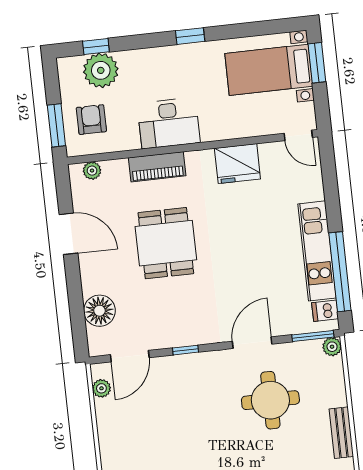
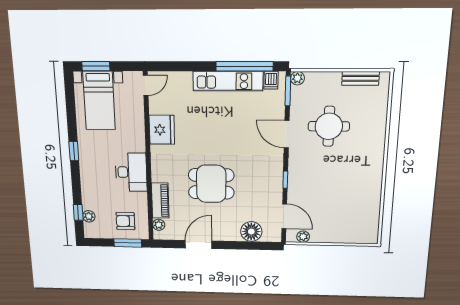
plant: (101, 70) -> (89, 216), width x0.53, depth x0.53
piano: (157, 167) -> (160, 201), moved

